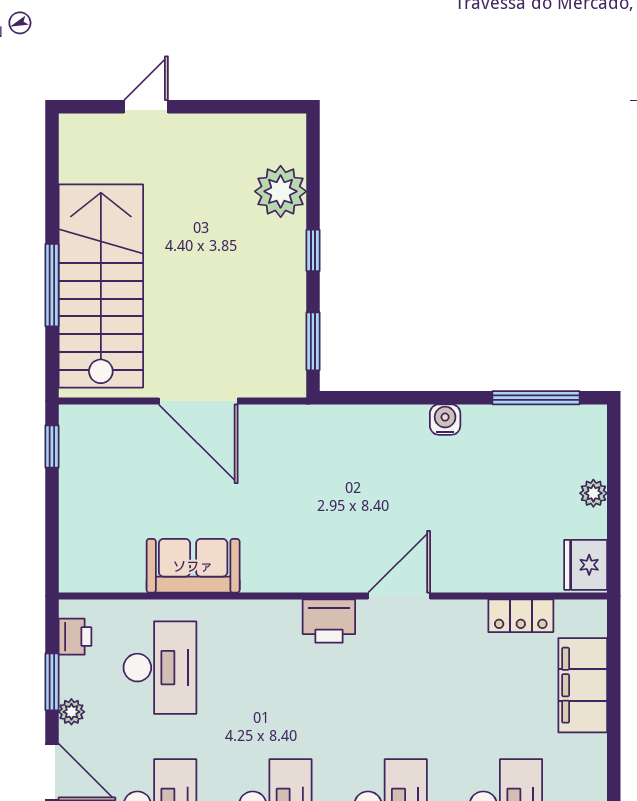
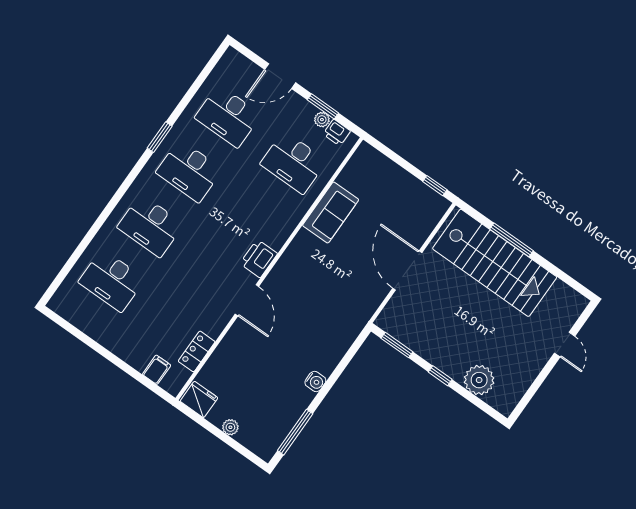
door: (198, 401) -> (407, 270), hinge flipped
filing cabinet: (583, 685) -> (157, 370), width x0.33, depth x0.86
plant: (71, 712) -> (322, 120), moved

